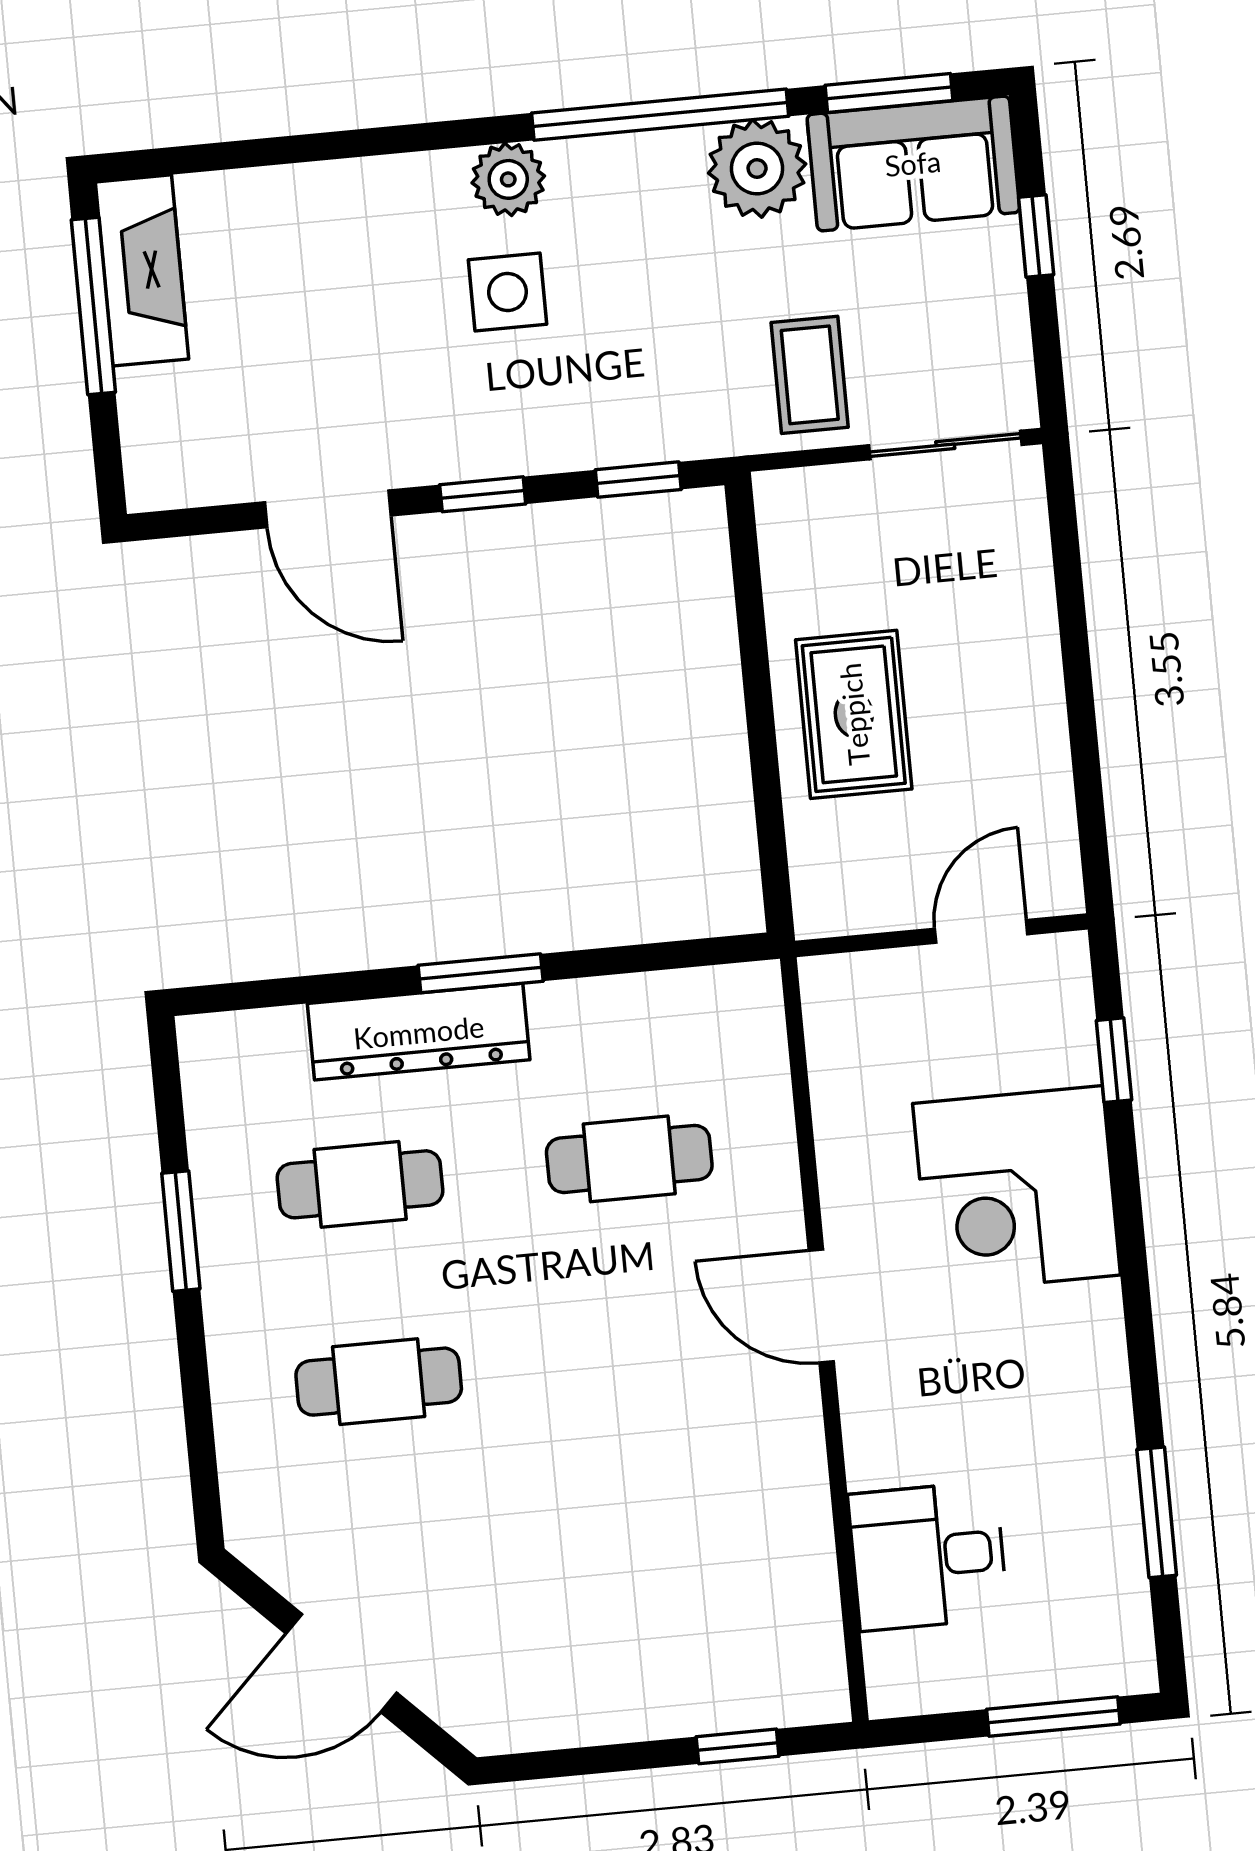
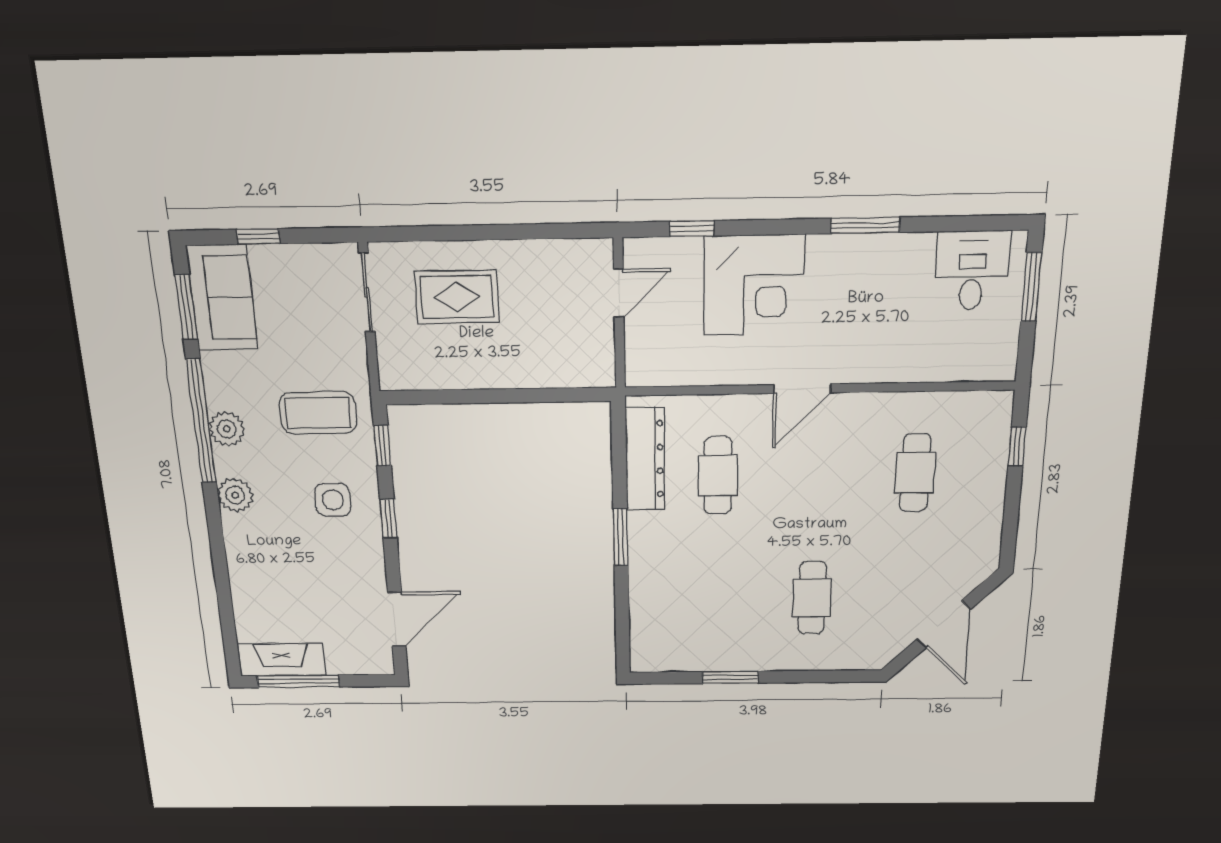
plant: (757, 168) -> (227, 429), moved, width x0.73, depth x0.73
side table: (508, 292) -> (333, 500), moved
coffee table: (810, 375) -> (318, 413), moved, width x1.36, depth x1.30
door: (328, 509) -> (397, 619), moved
rug: (854, 714) -> (457, 297), moved
door: (981, 931) -> (619, 293), swing flipped
dresser: (419, 1032) -> (645, 459), moved
cafe table: (360, 1184) -> (915, 473), moved
window: (1157, 1512) -> (865, 225), moved
desk: (928, 1556) -> (972, 270), moved, turned 180

